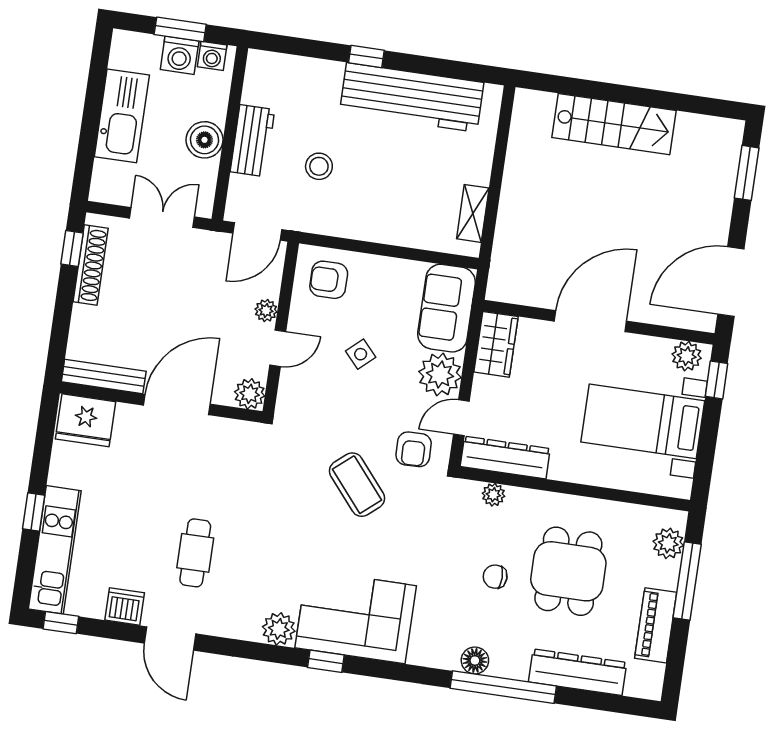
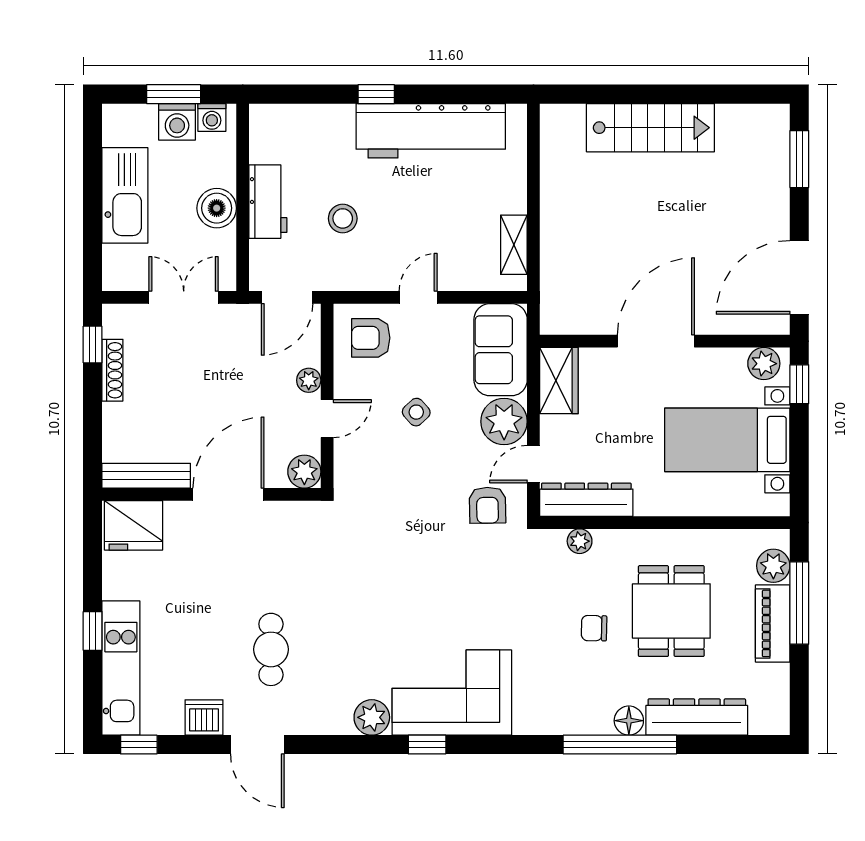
door: (378, 249) -> (418, 297), added
shoe rack: (91, 265) -> (112, 370), width x0.74, depth x0.81
coffee table: (357, 485) -> (433, 552), removed
piano: (656, 625) -> (773, 623), moved
floor lamp: (475, 660) -> (629, 721), moved

